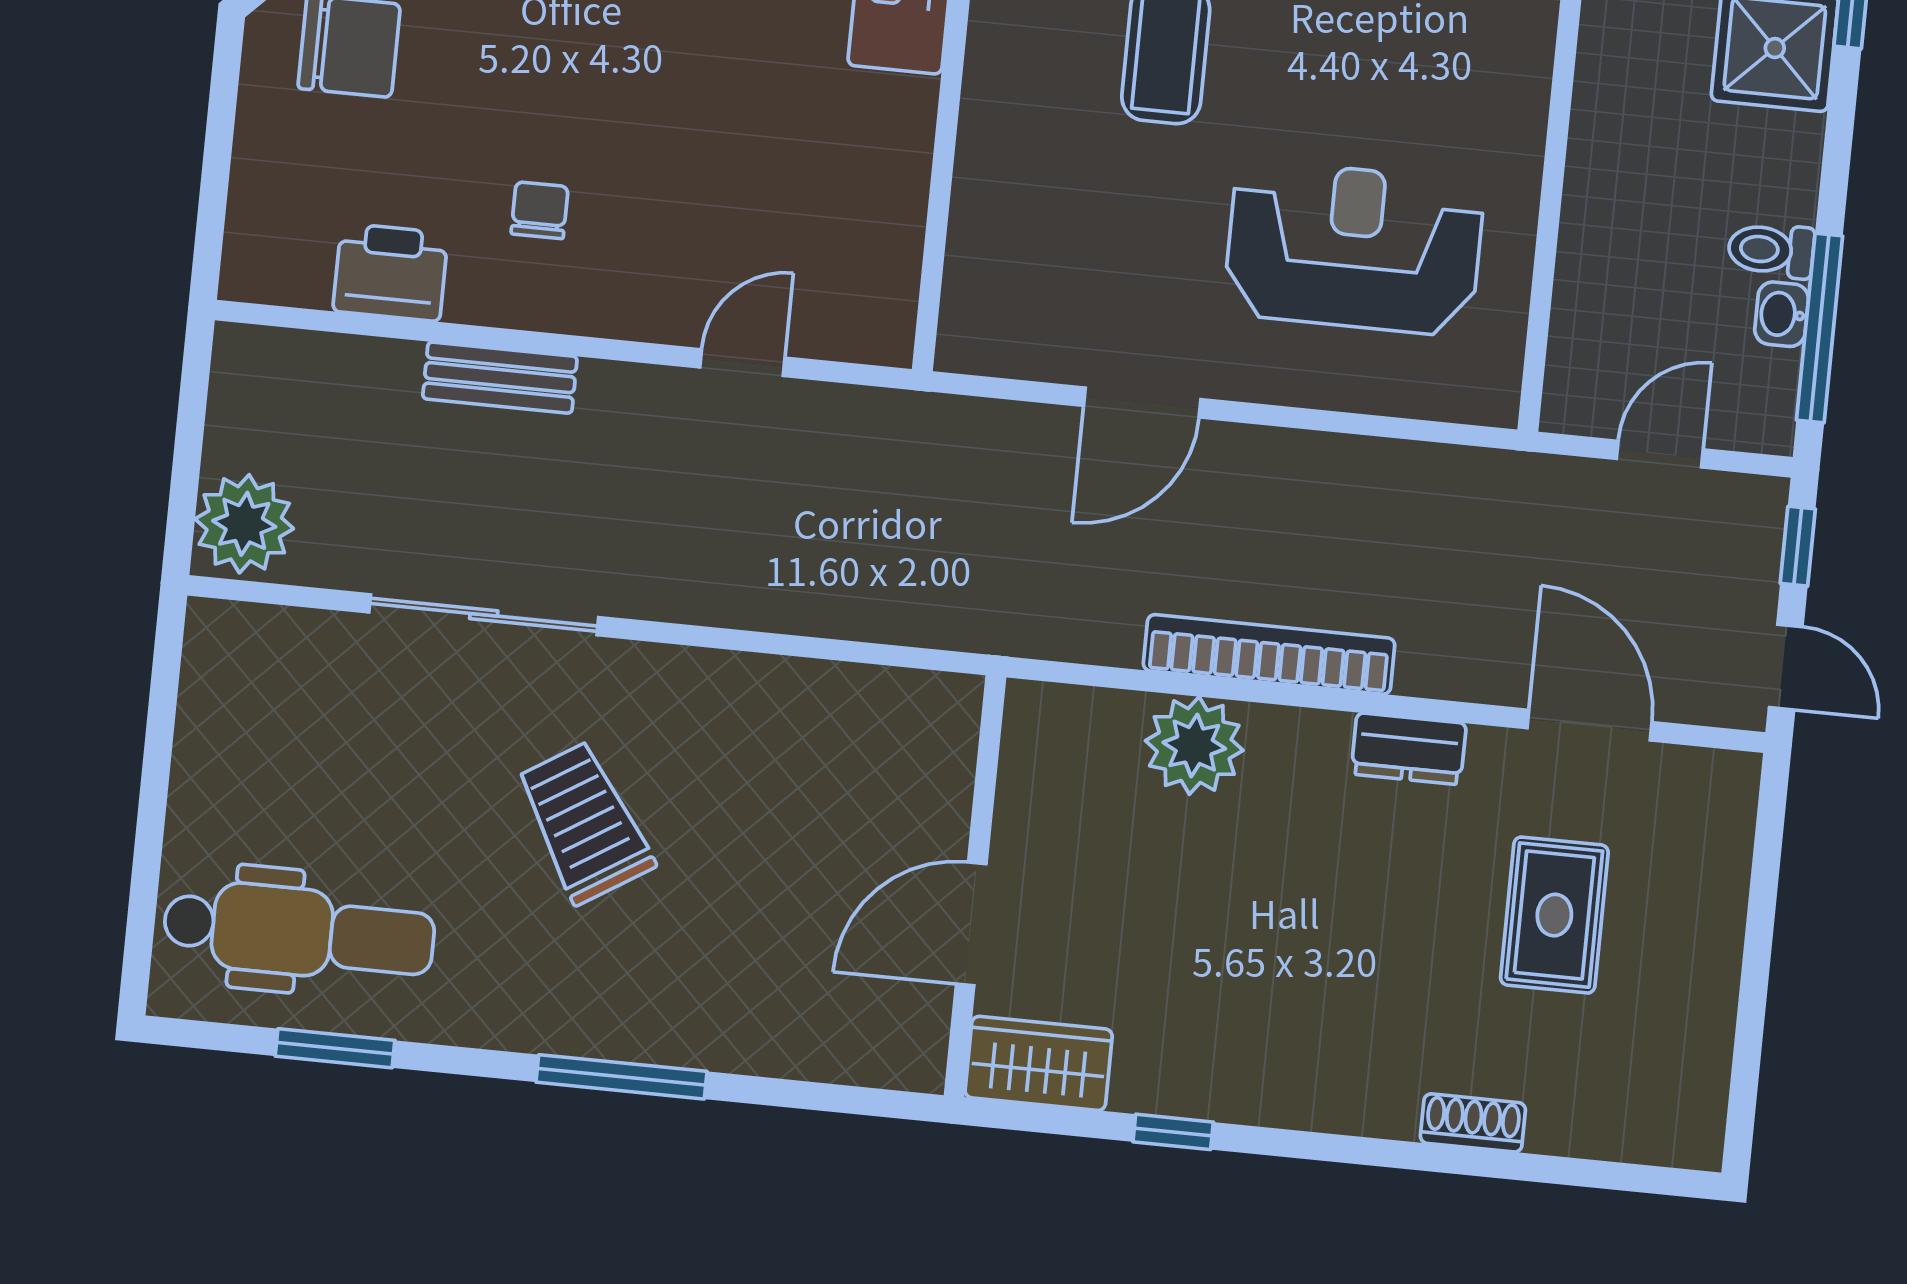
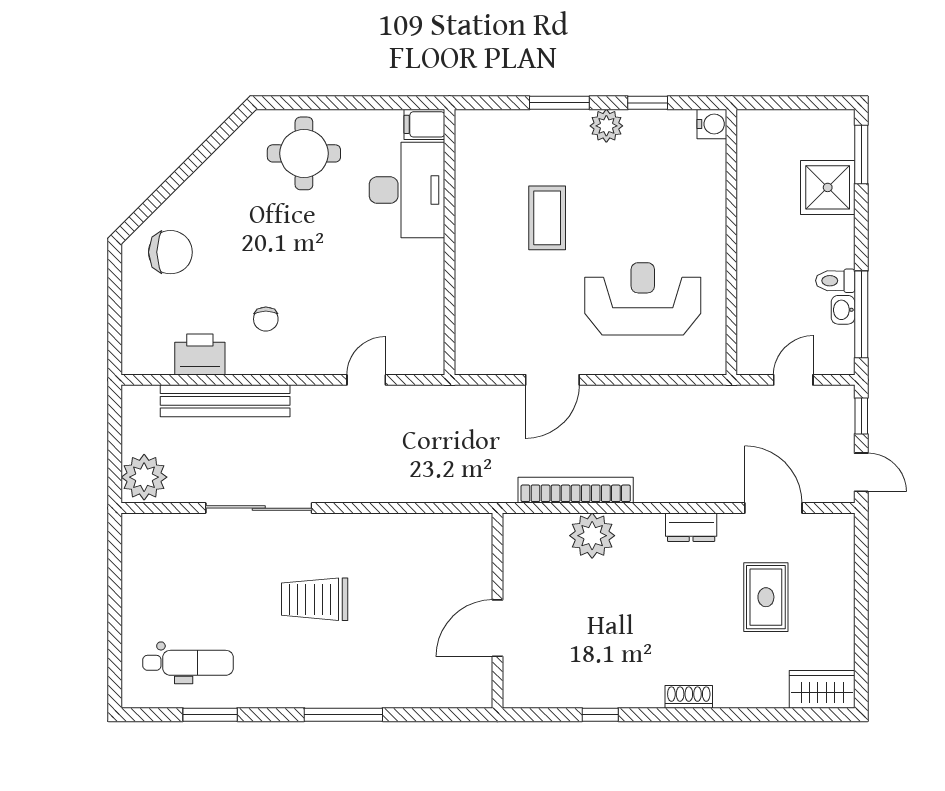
chair: (540, 210) -> (266, 319), turned 180
bench: (500, 378) -> (225, 401), width x1.86, depth x1.21
bookcase: (1269, 654) -> (576, 490), moved
trolley: (585, 823) -> (315, 599), turned -58
dental chair: (299, 932) -> (188, 663), width x0.73, depth x0.72
wardrobe: (1039, 1063) -> (822, 689), moved
shoe rack: (1473, 1123) -> (689, 697), moved

